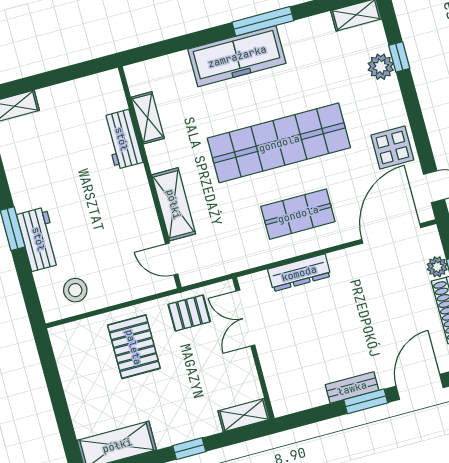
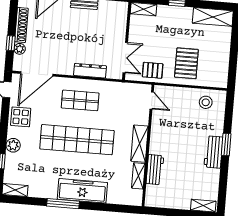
plant: (381, 67) -> (13, 145), moved
shelving: (174, 204) -> (140, 144), moved
workbench: (39, 239) -> (213, 152), moved

